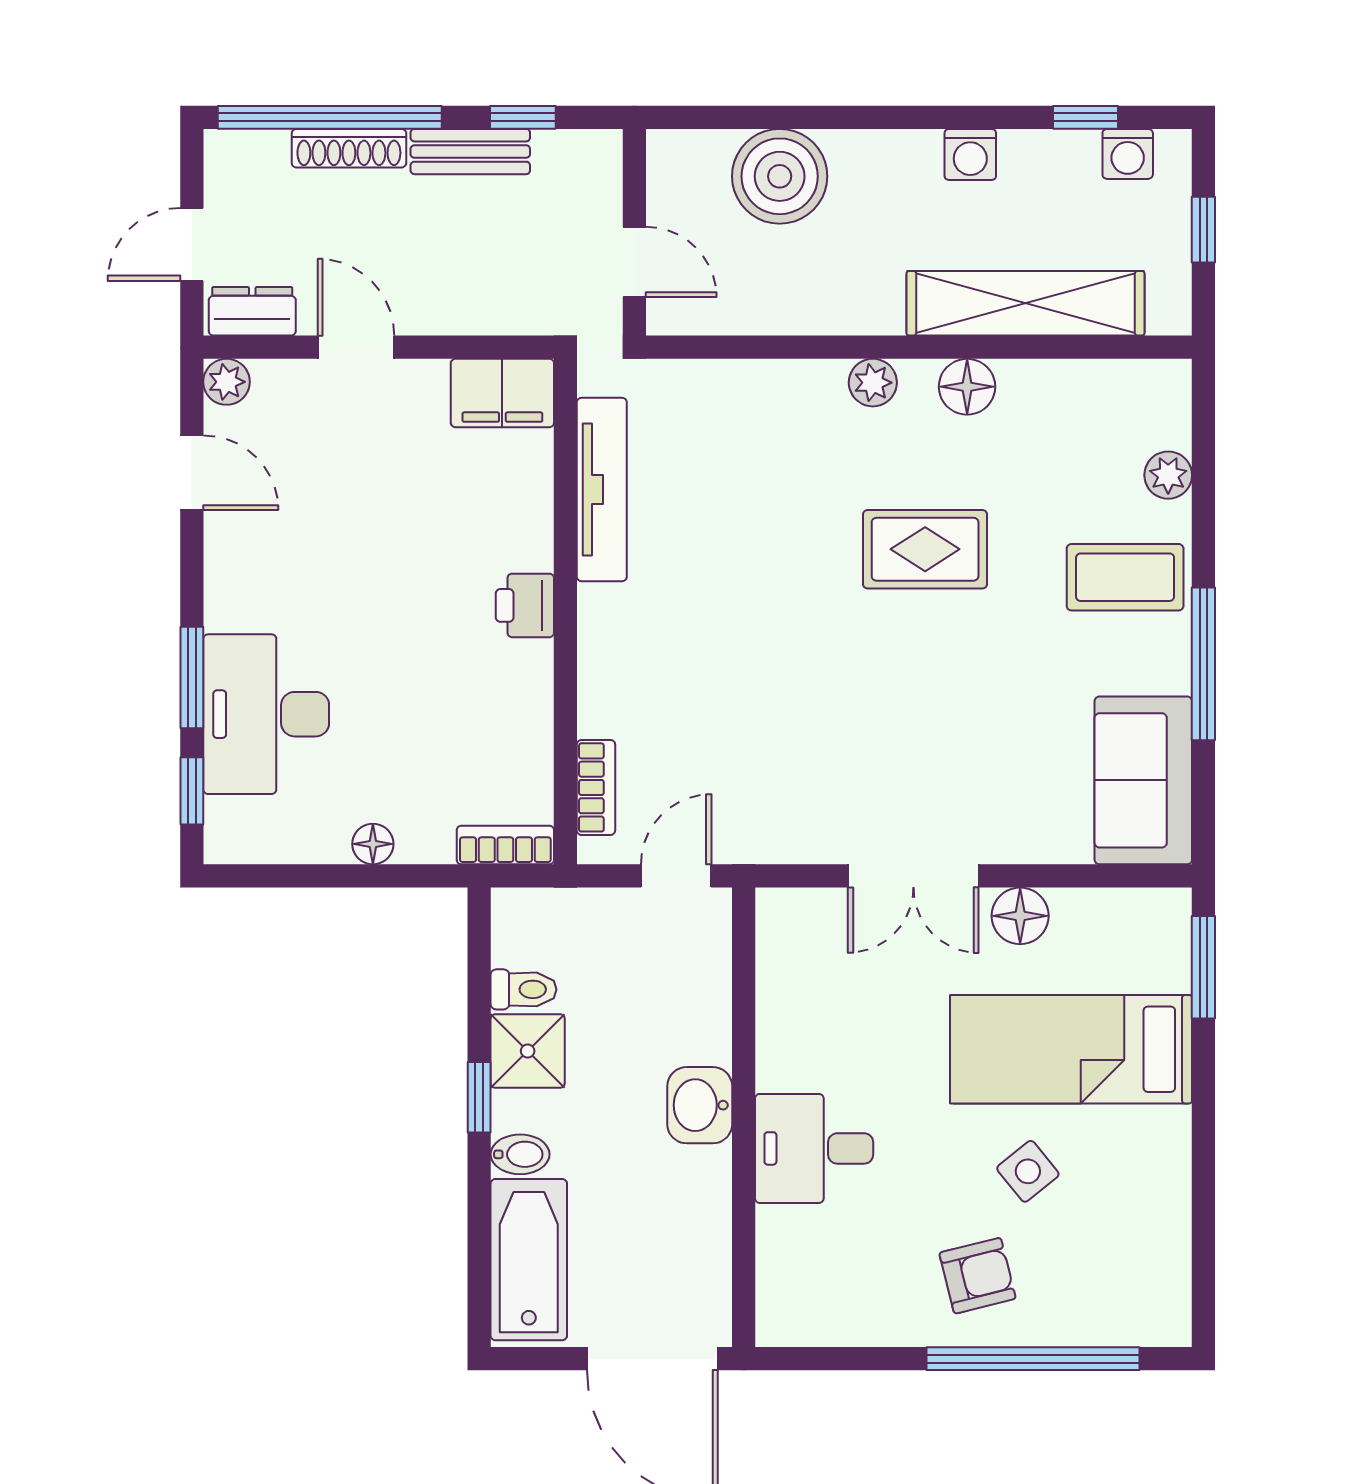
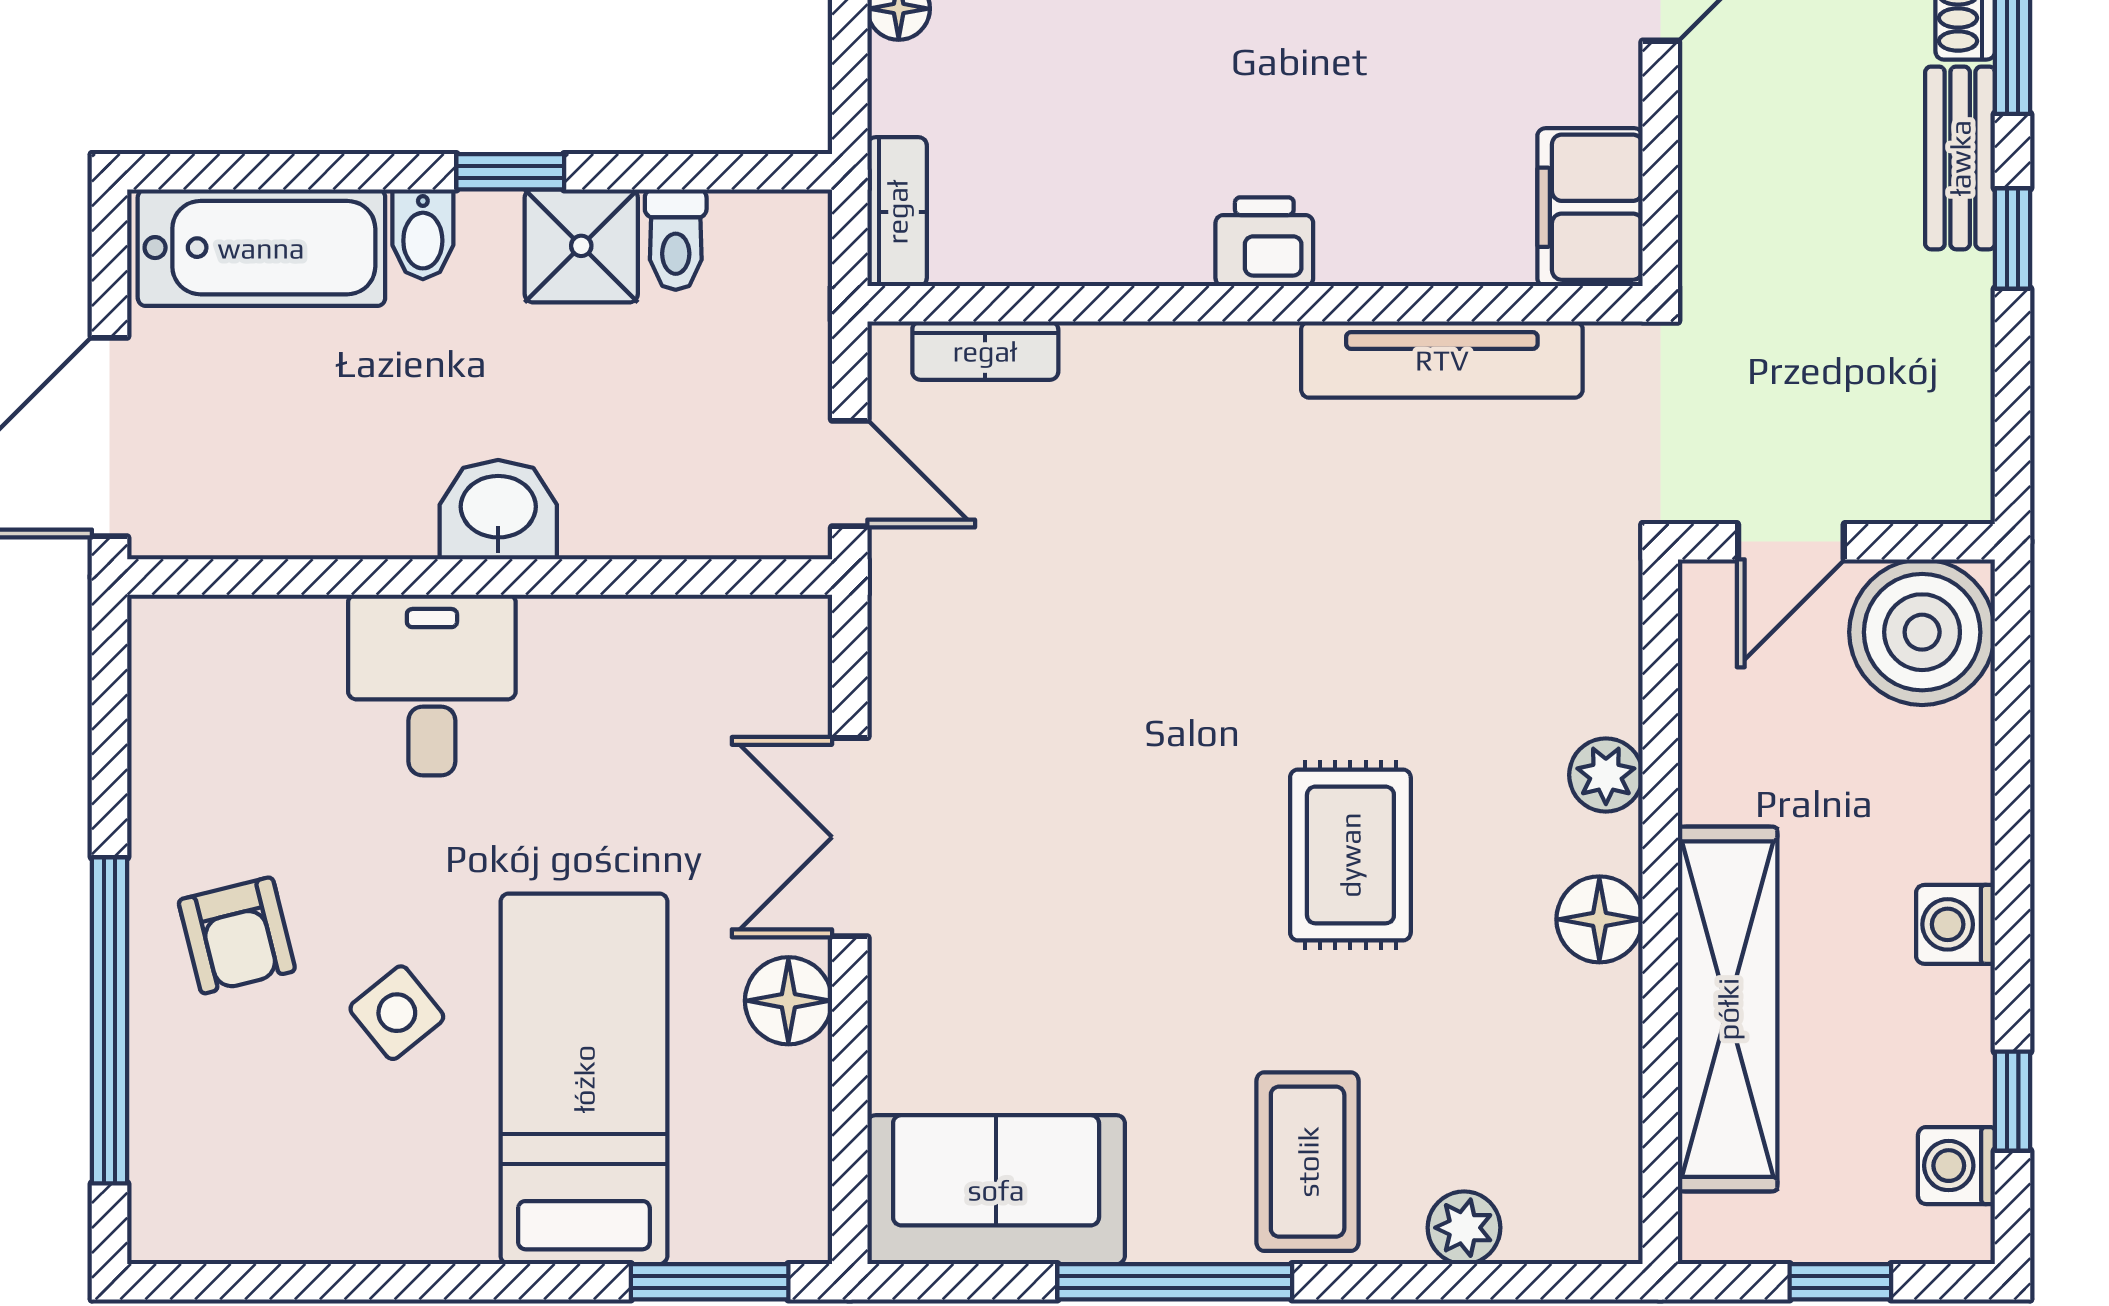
wall: (634, 232) -> (1836, 542), moved
door: (634, 262) -> (1791, 542), moved

